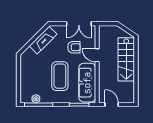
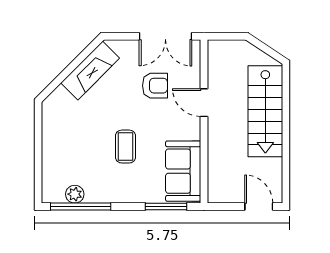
coffee table: (60, 76) -> (126, 147), width x0.54, depth x0.58
sofa: (87, 83) -> (183, 171), width x0.73
door: (112, 105) -> (259, 207), moved

